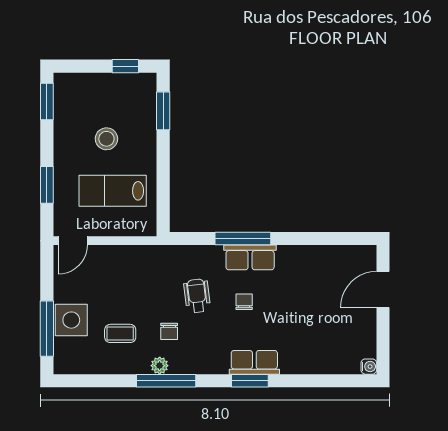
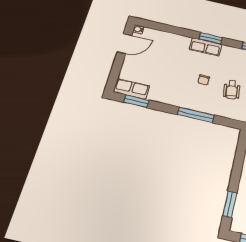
window: (337, 239) -> (136, 101), added
row of seats: (250, 257) -> (131, 89), moved
door: (383, 290) -> (125, 44), moved

